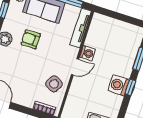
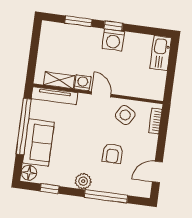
shelving: (93, 34) -> (59, 80), added
armchair: (31, 39) -> (113, 153), moved

